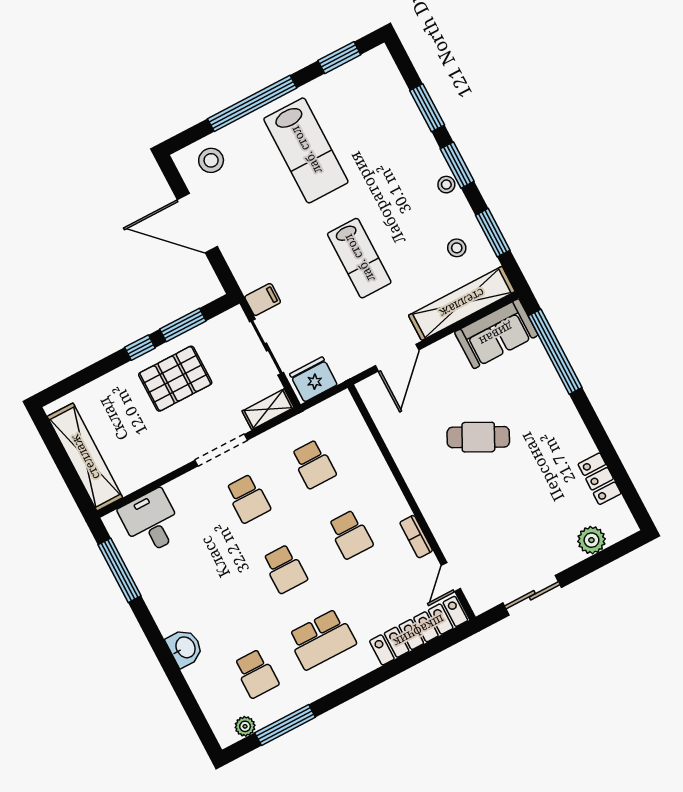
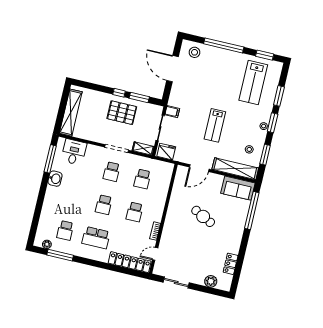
lab bench: (306, 150) -> (253, 83), moved
washbasin: (185, 648) -> (55, 179), moved

